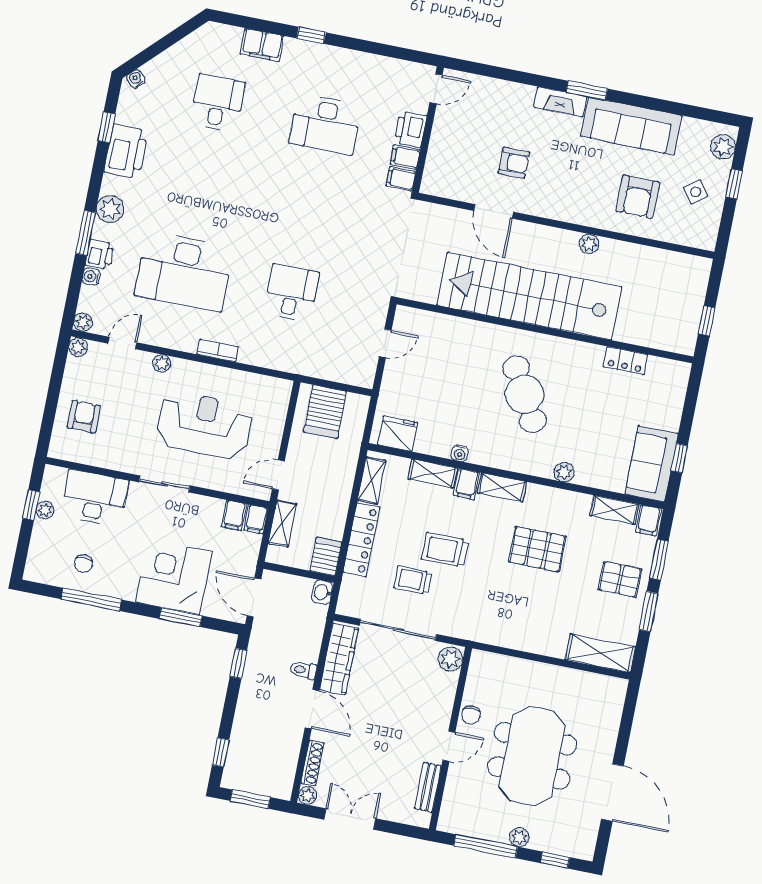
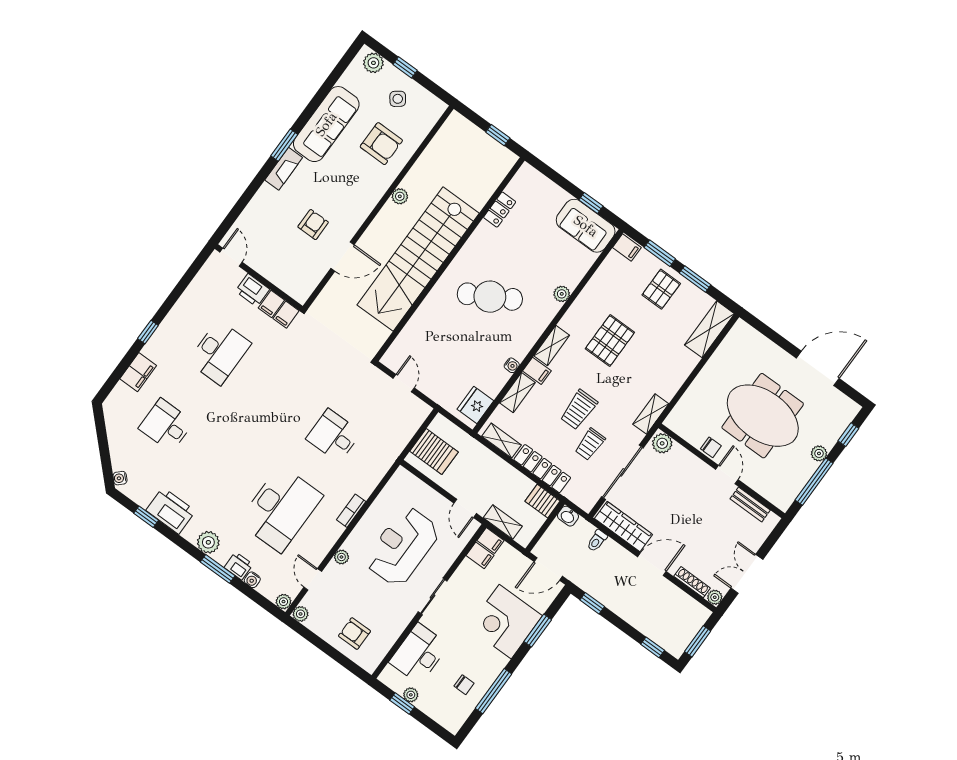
shelving: (614, 510) -> (651, 414), moved
toilet: (303, 670) -> (597, 541), moved

